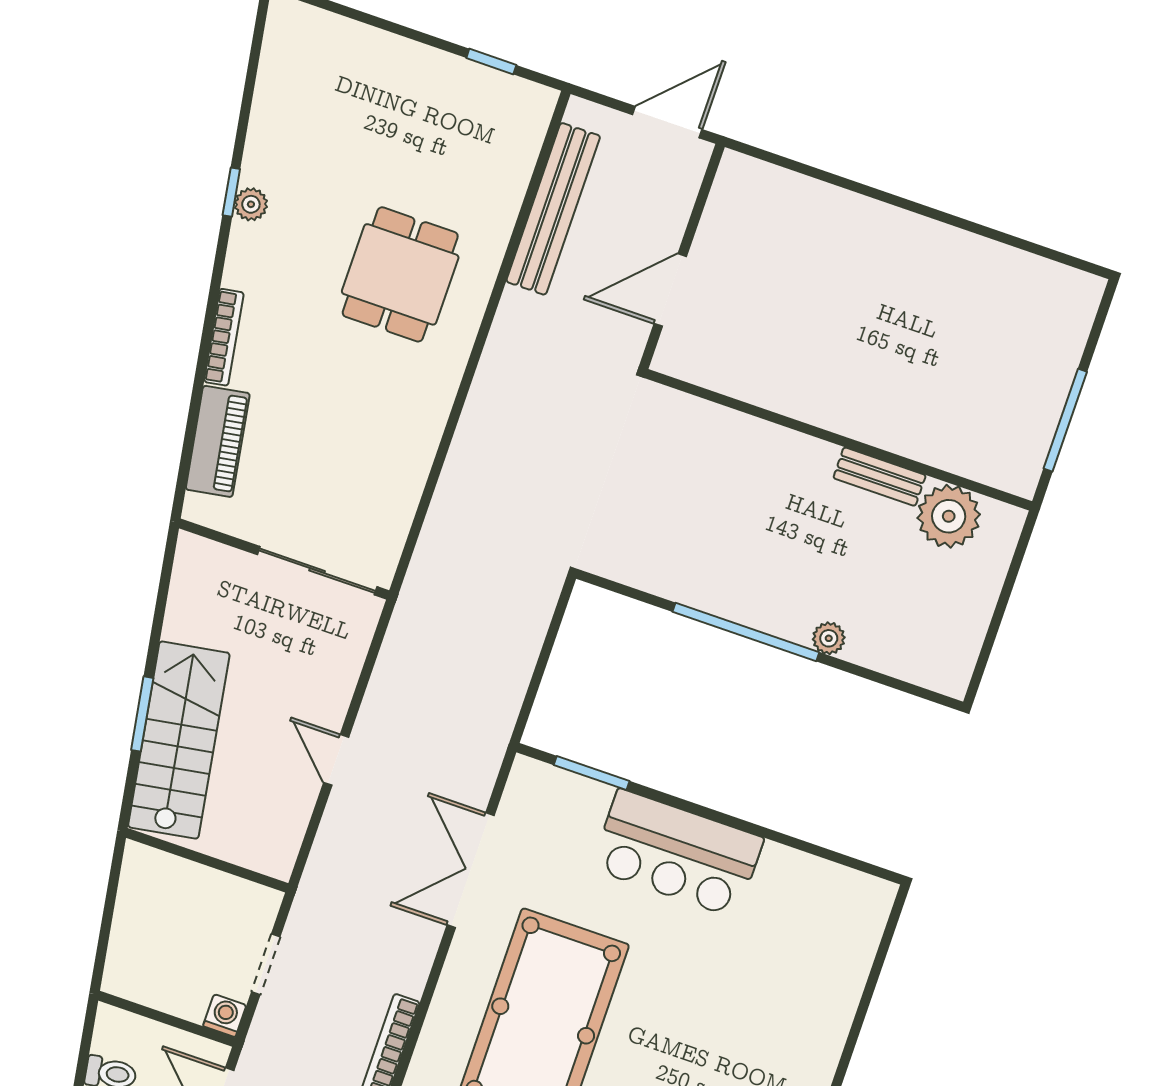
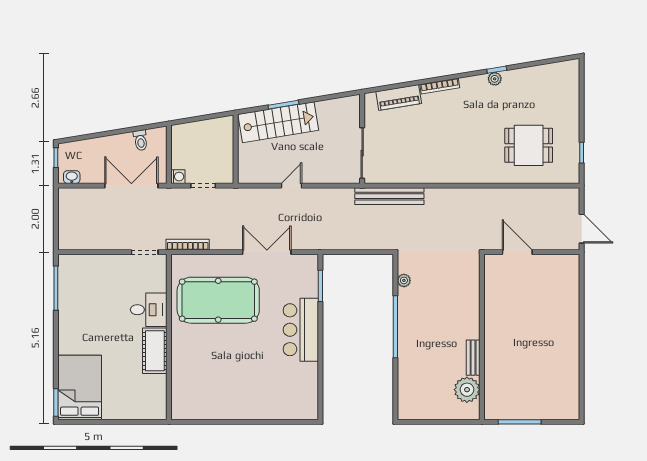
bench: (553, 209) -> (389, 196), moved
dining table: (400, 274) -> (529, 145), moved
plant: (829, 638) -> (404, 280), moved

